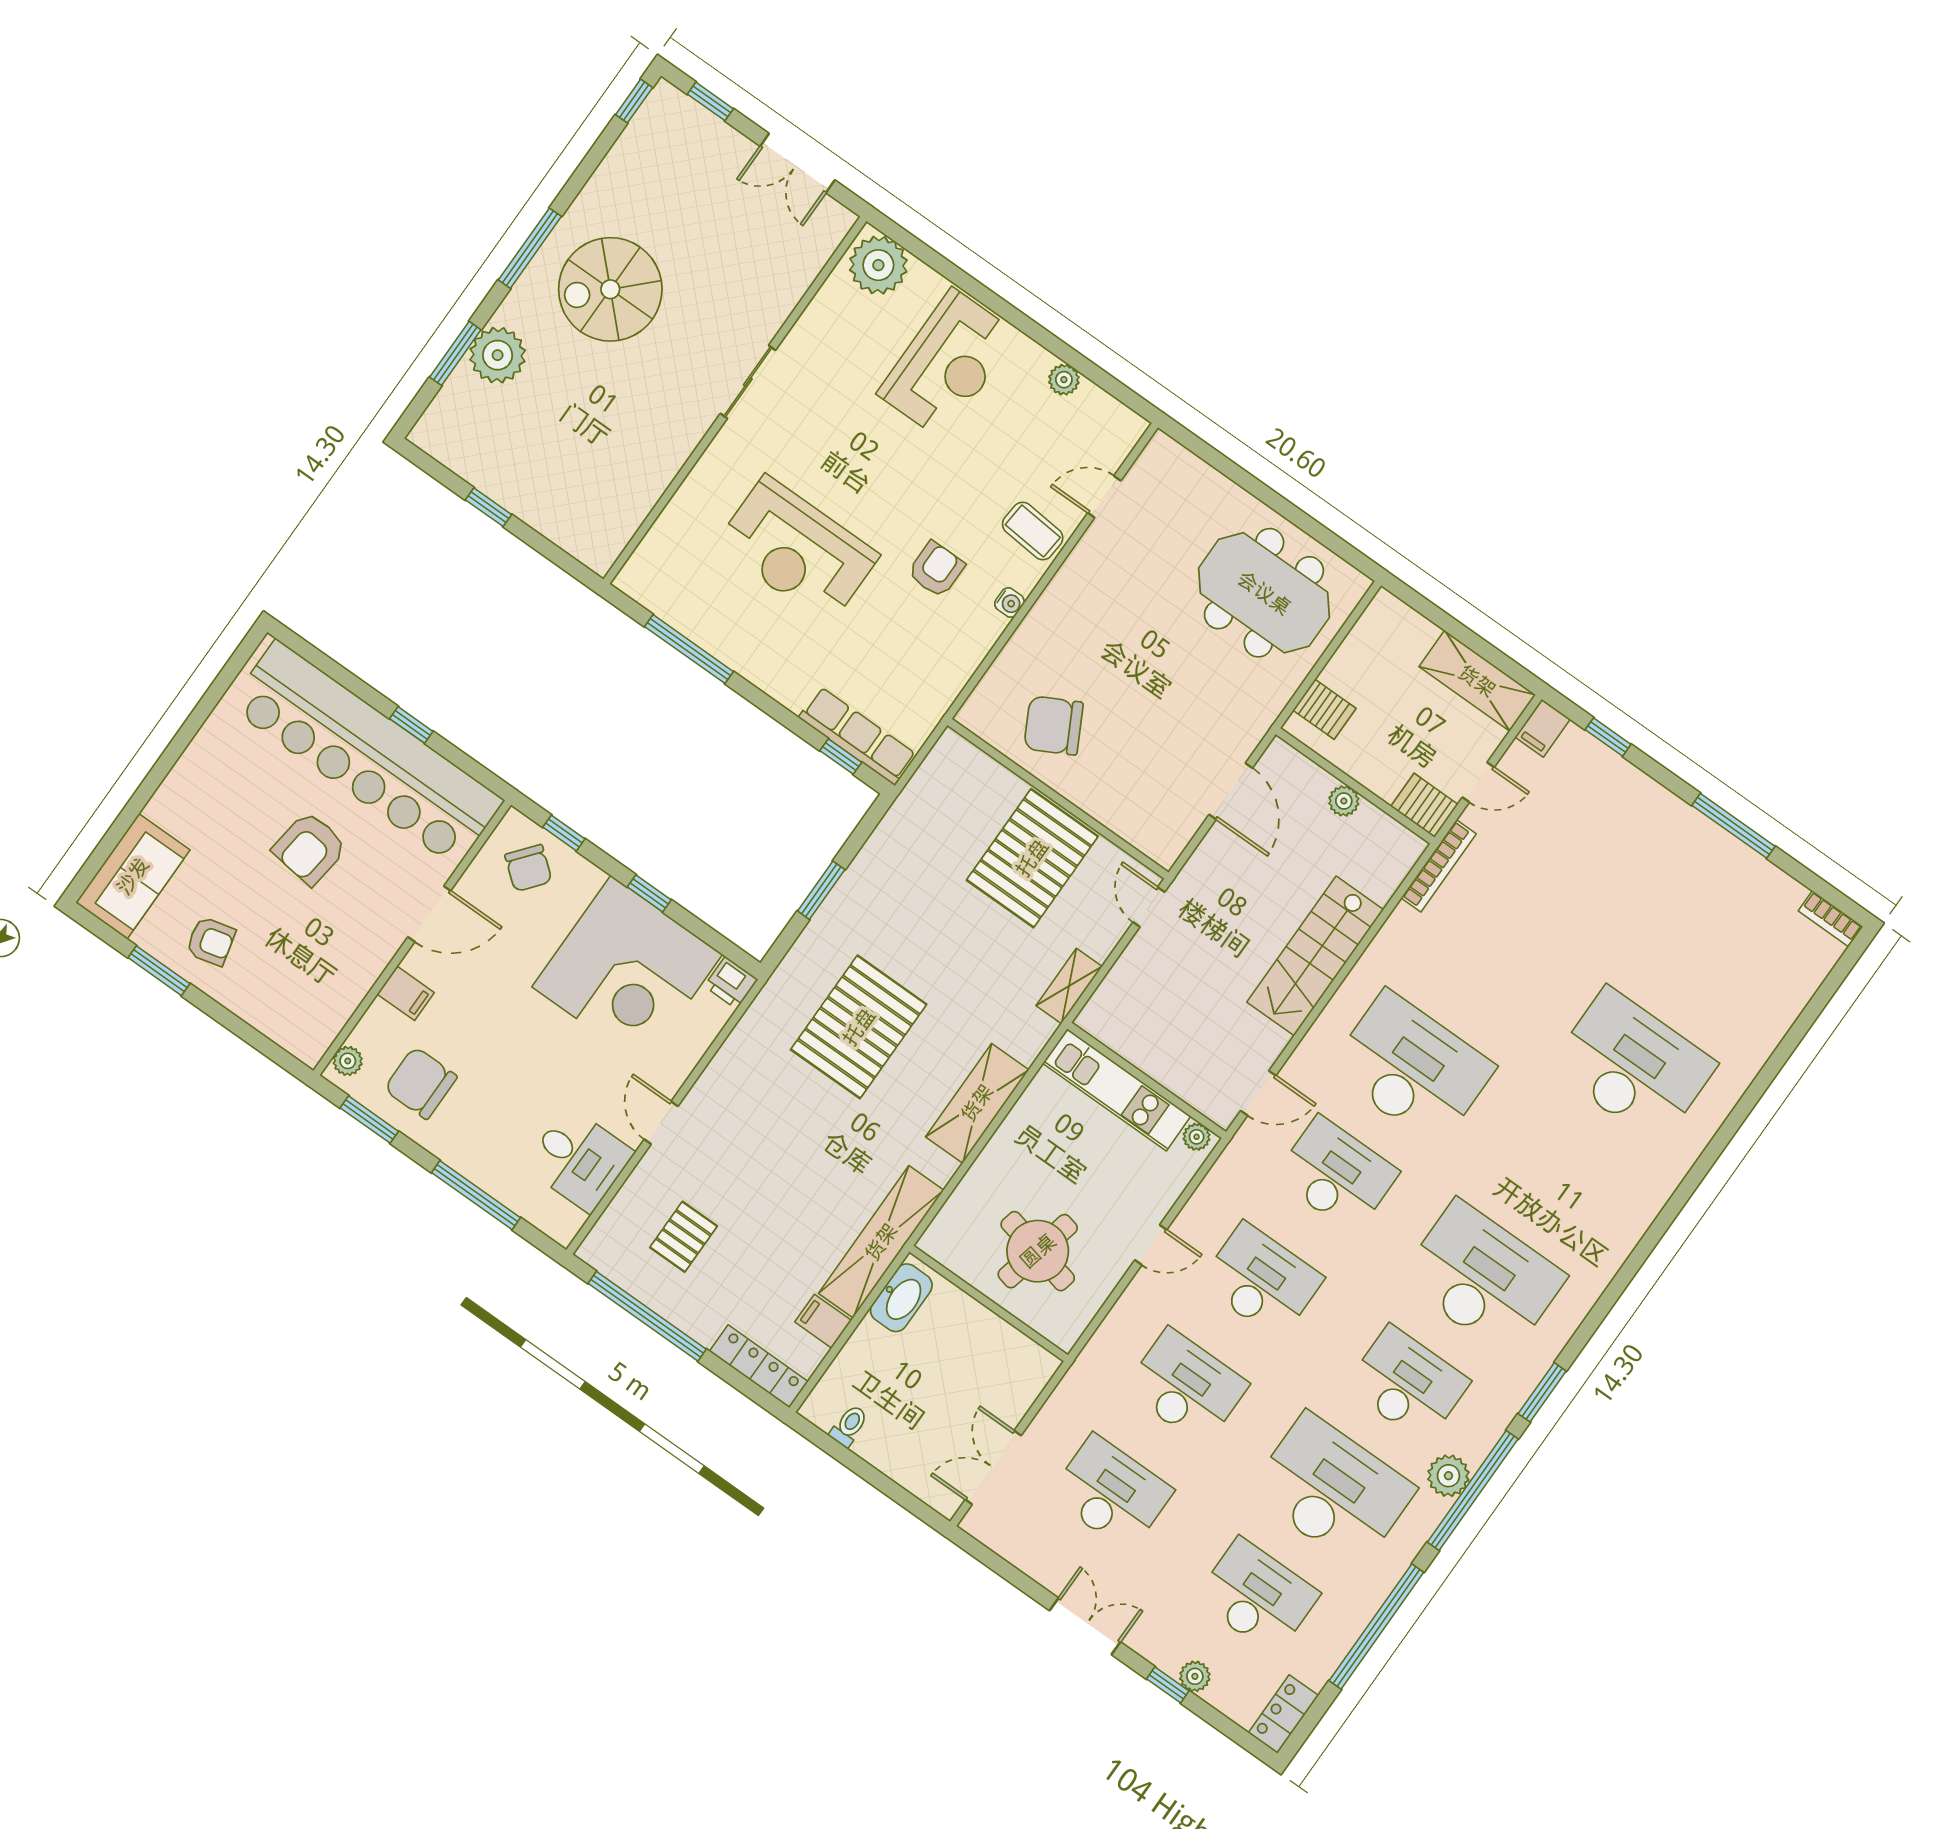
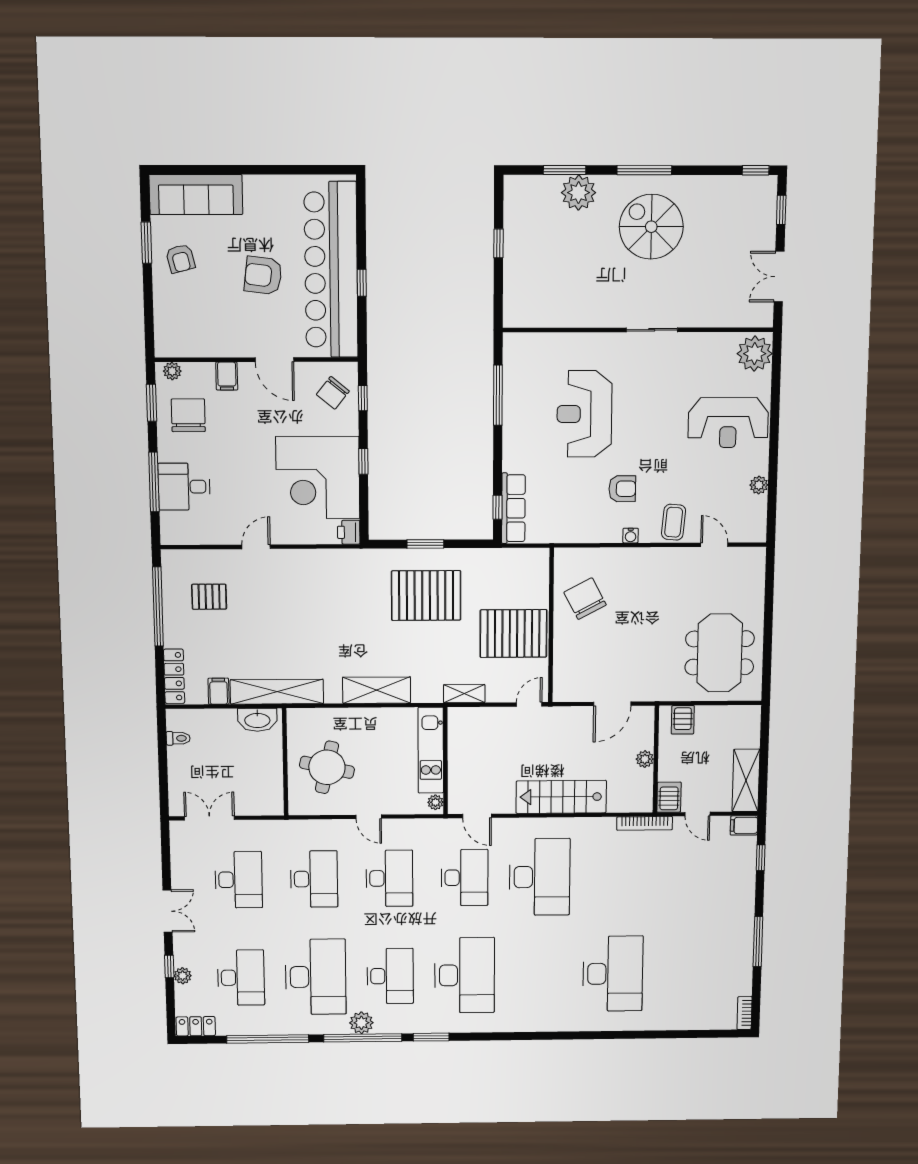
sofa: (133, 876) -> (196, 195), width x1.36
pallet: (859, 1027) -> (426, 596), moved
desk: (579, 1159) -> (184, 487), moved, turned 90

